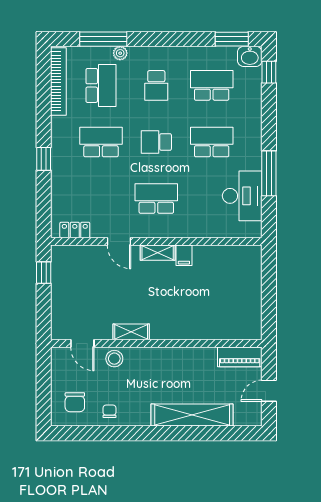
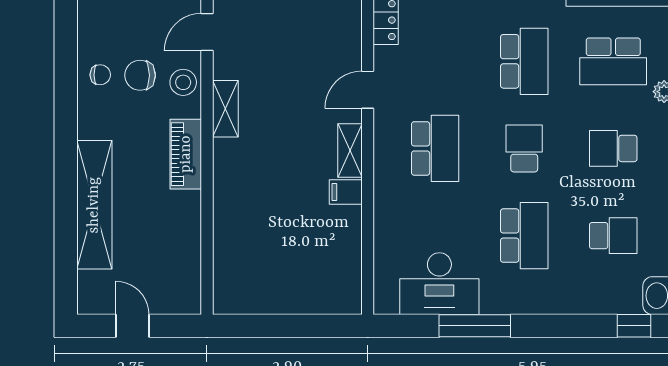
school desk: (212, 85) -> (613, 236), width x0.54
piano: (240, 357) -> (186, 154), moved
chair: (75, 402) -> (140, 75), moved

